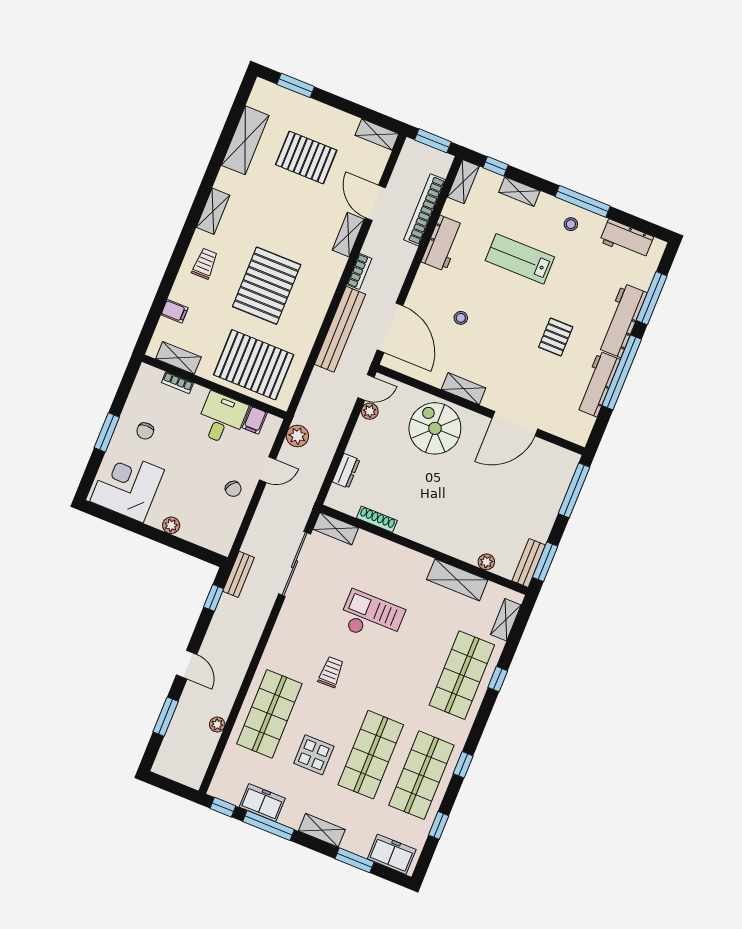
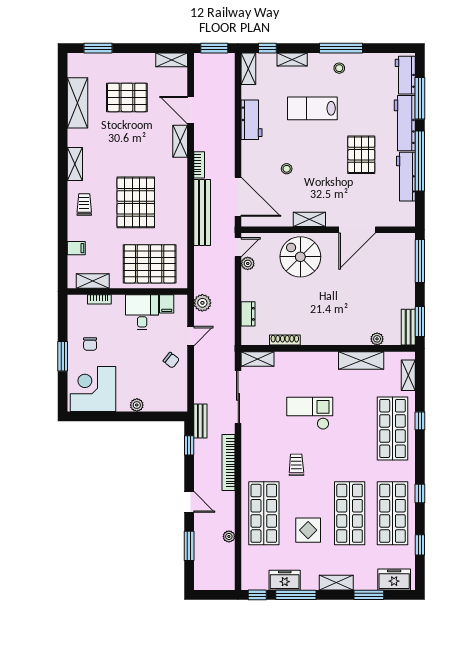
bookcase: (425, 210) -> (228, 463), moved
workbench: (627, 239) -> (405, 75), moved, turned 90
pallet: (556, 337) -> (361, 155), width x1.50, depth x1.42

